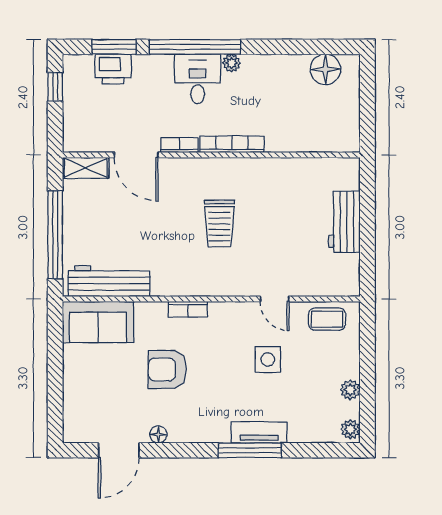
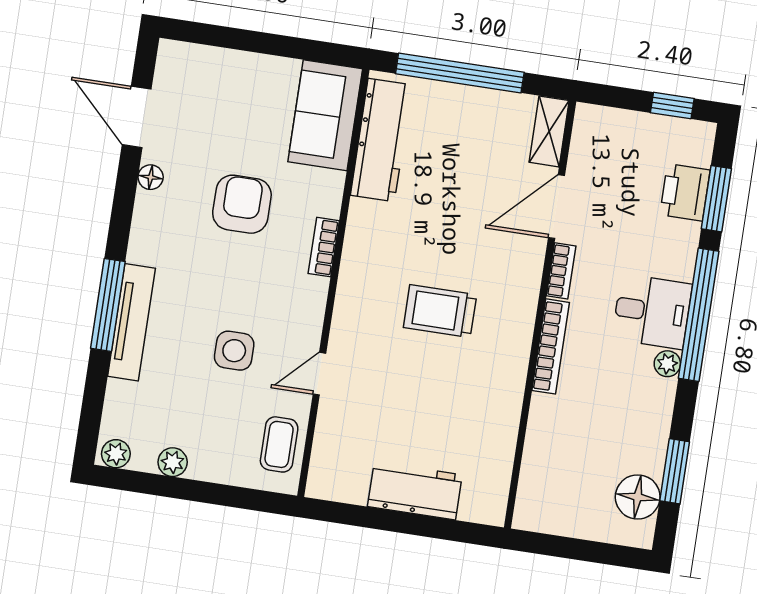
window: (304, 47) -> (675, 471), added
tv unit: (259, 432) -> (131, 322), width x1.41

